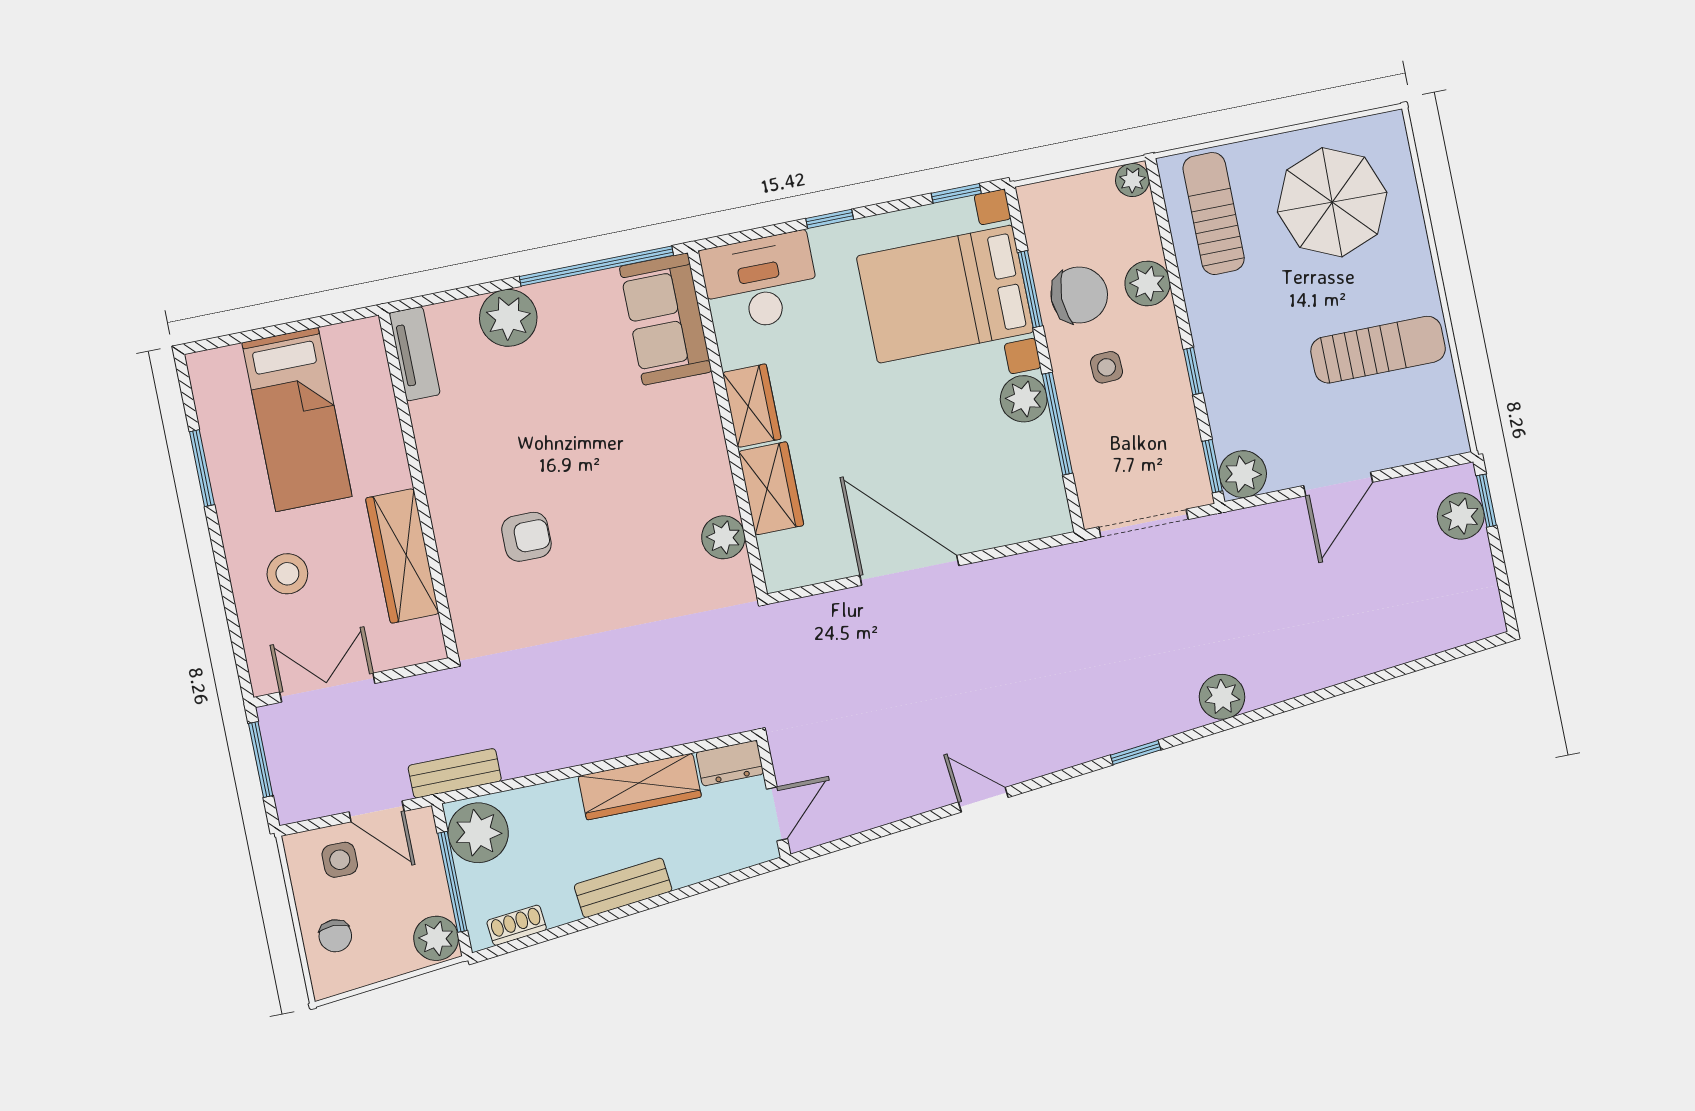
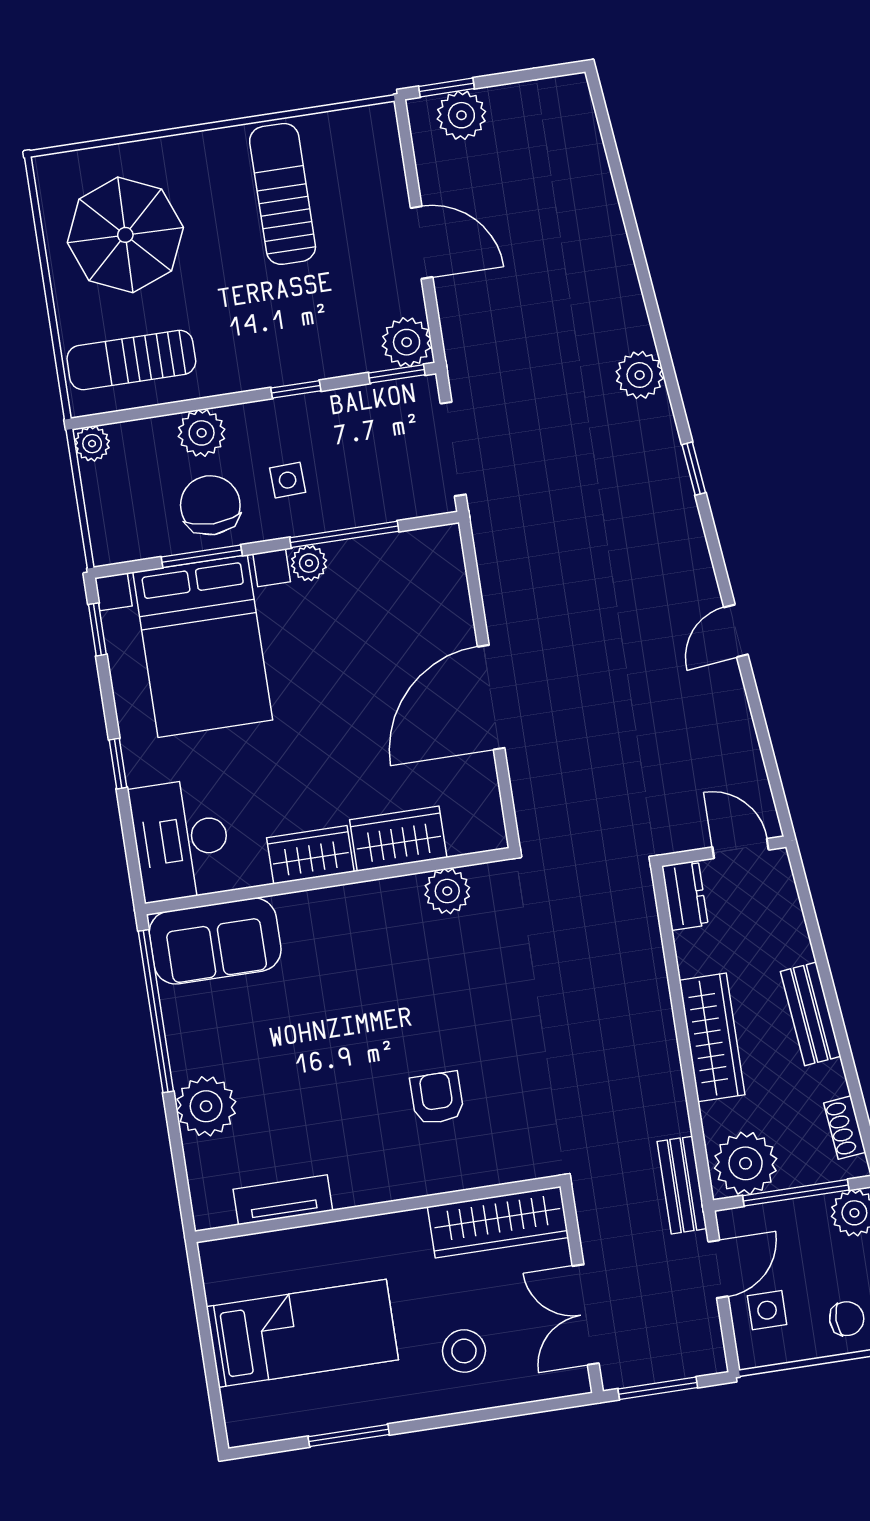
tv unit: (415, 354) -> (283, 1200), moved
plant: (1024, 399) -> (309, 563), width x0.73, depth x0.73
wardrobe: (402, 556) -> (498, 1222), moved
wardrobe: (640, 786) -> (712, 1037), moved

